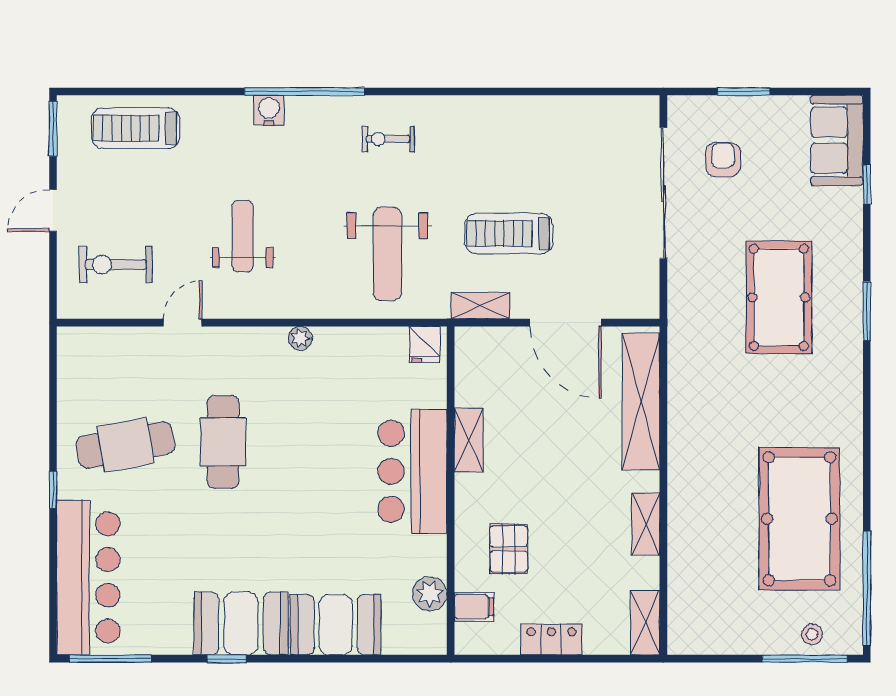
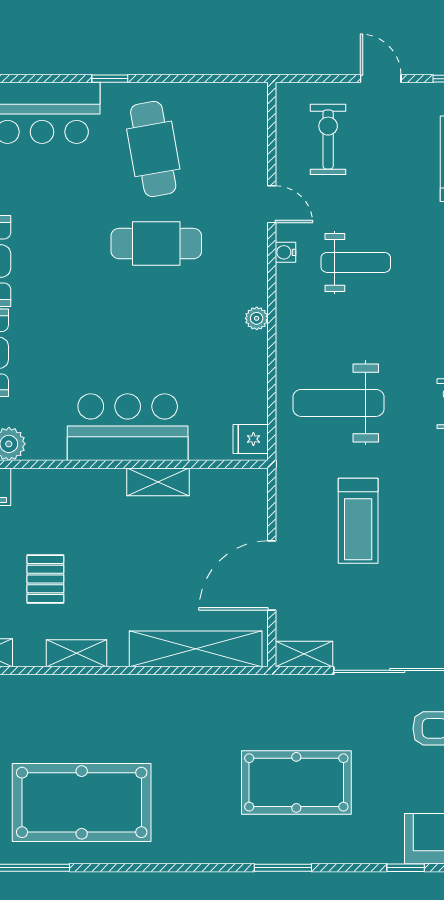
treadmill: (509, 234) -> (358, 521), turned 180
shelving: (480, 306) -> (304, 654), moved, turned 90
water cooler: (232, 309) -> (285, 252), added
pallet: (509, 549) -> (45, 579), moved, turned 90

